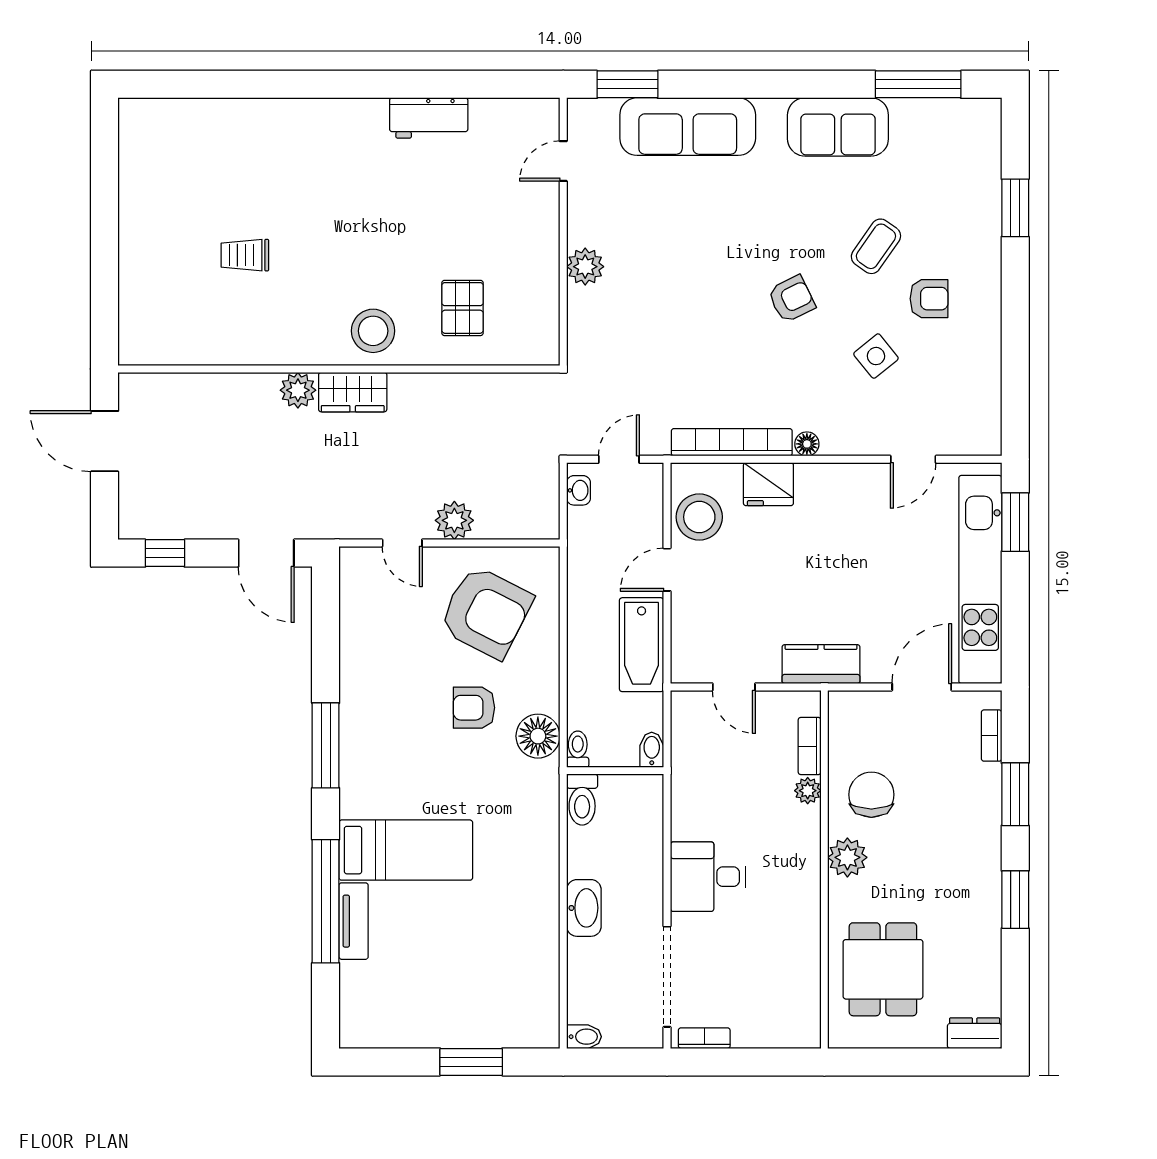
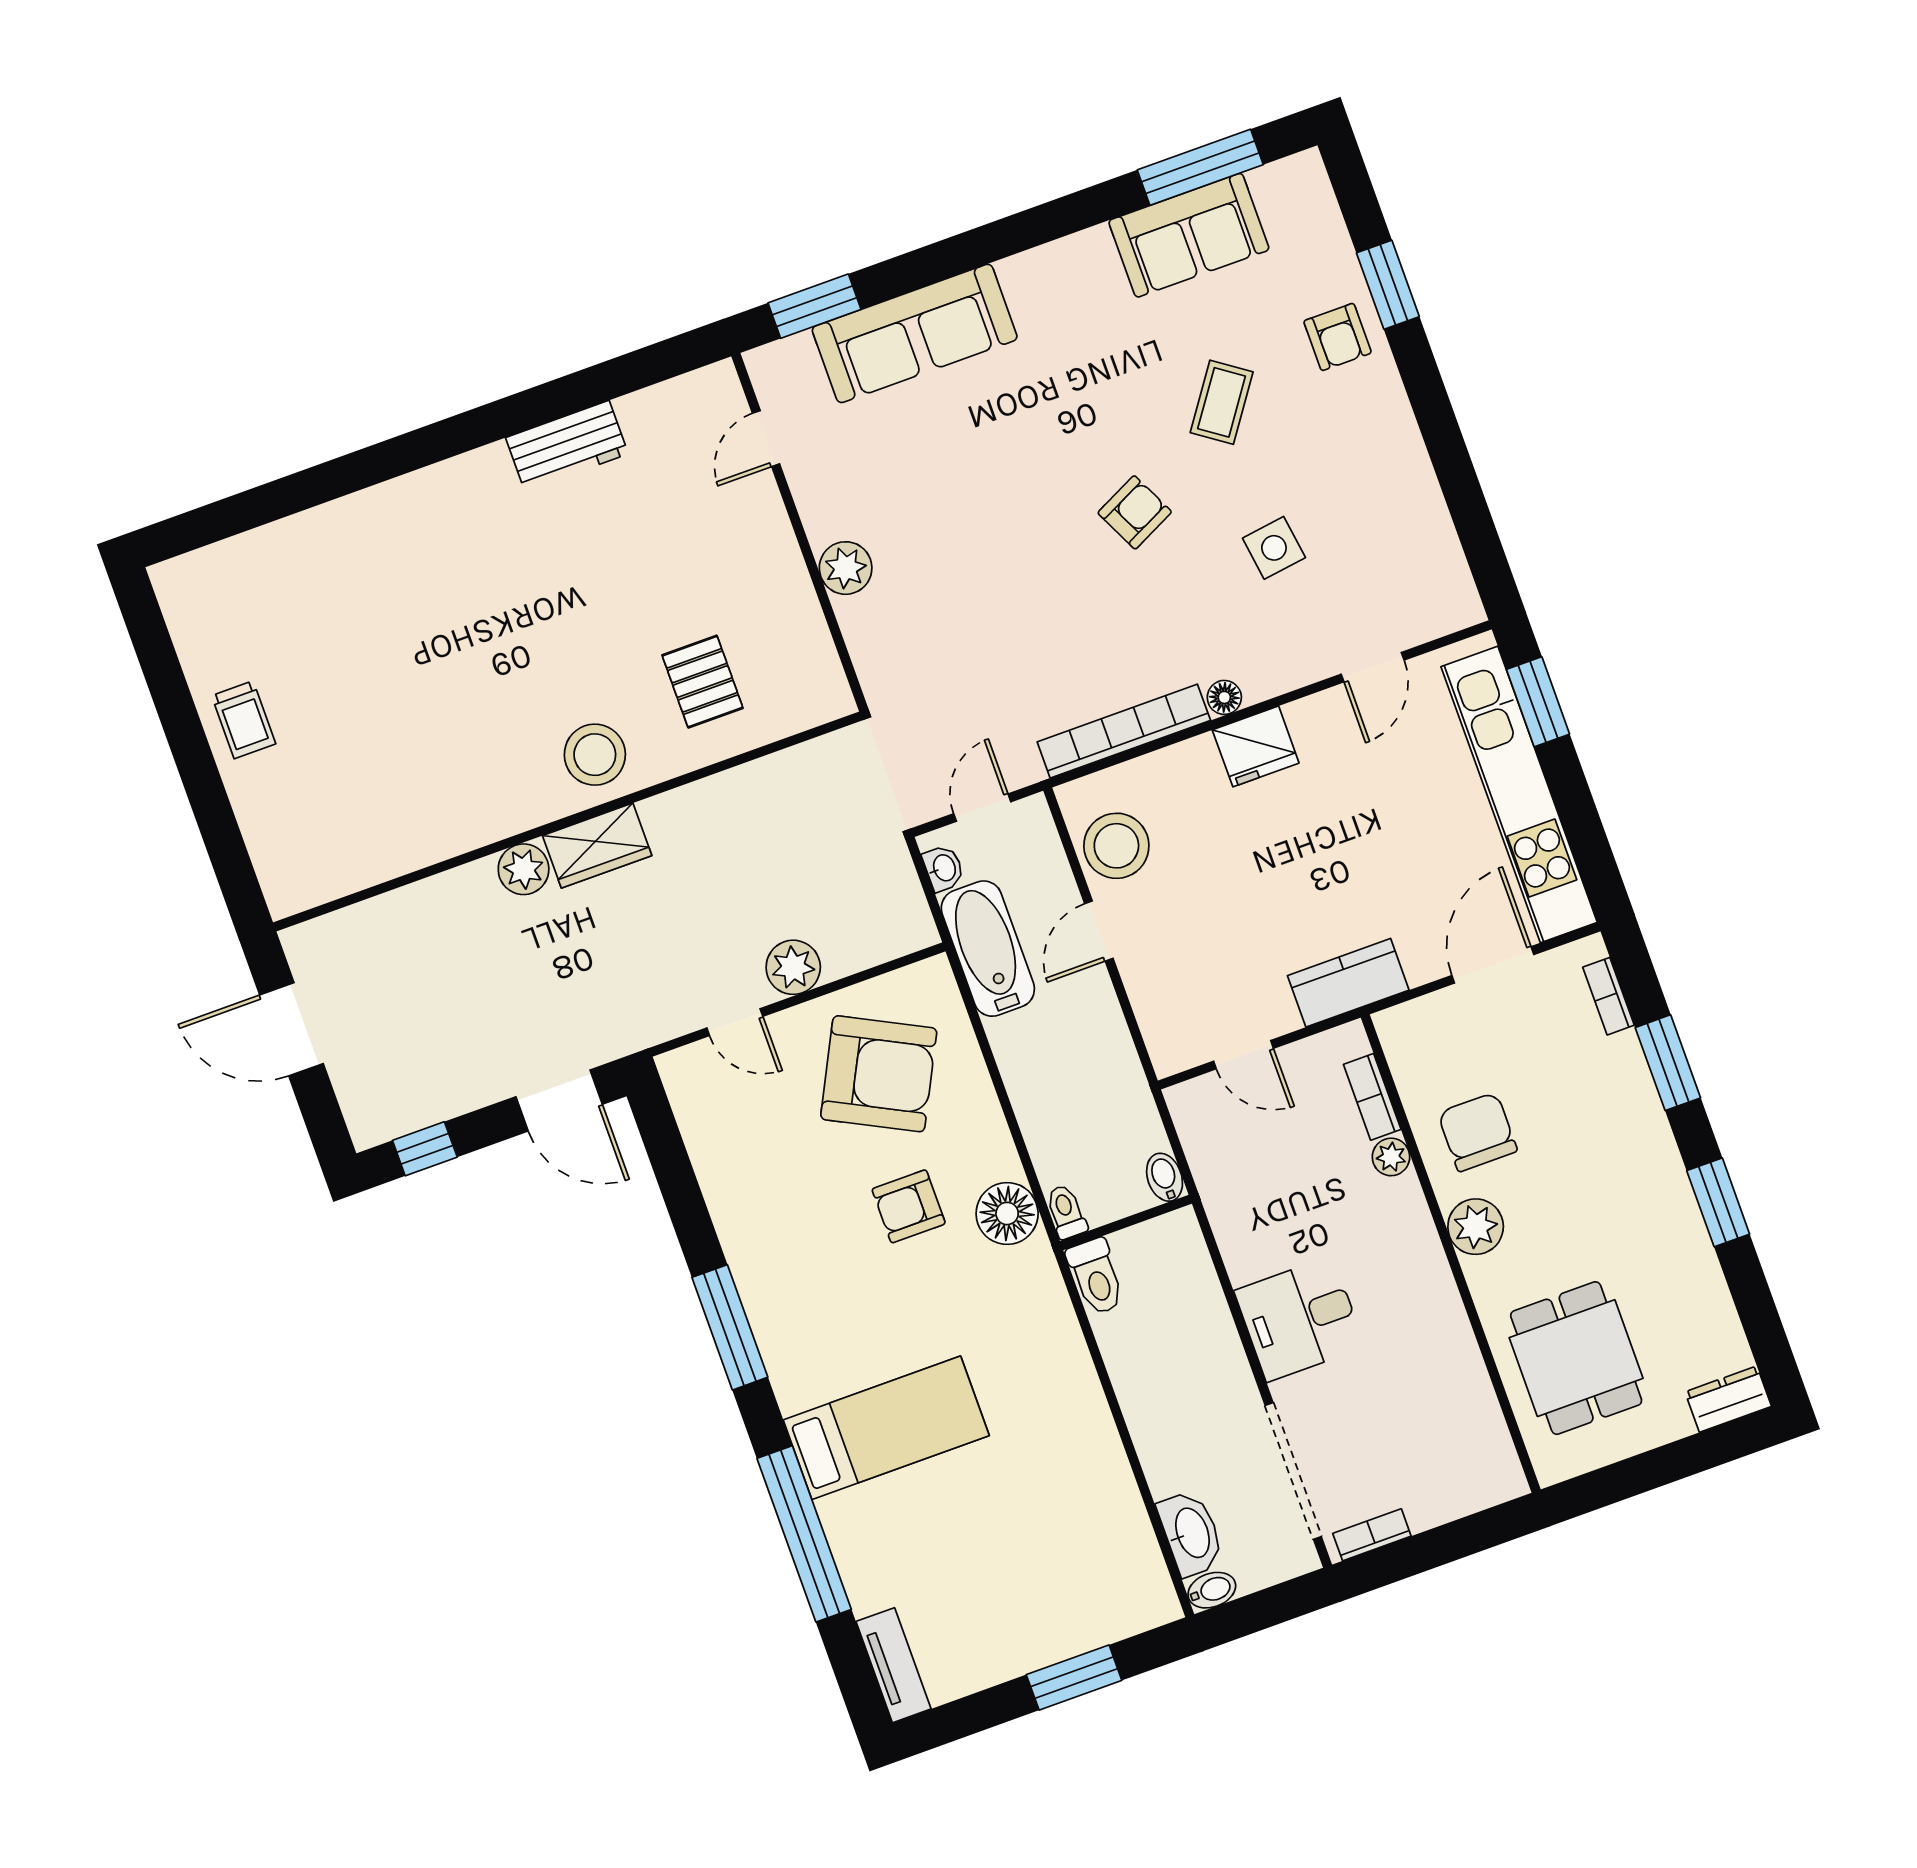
sofa: (838, 127) -> (1189, 235), moved
trolley: (245, 255) -> (244, 720), moved, turned -90
armchair: (929, 299) -> (1338, 337), moved, turned 90
side table: (876, 356) -> (1274, 548), turned 31
fridge: (768, 484) -> (1256, 746), moved
bathtub: (642, 645) -> (988, 949), moved, turned 180
washbasin: (584, 908) -> (1191, 1533), moved
tv unit: (354, 921) -> (893, 1665), moved

